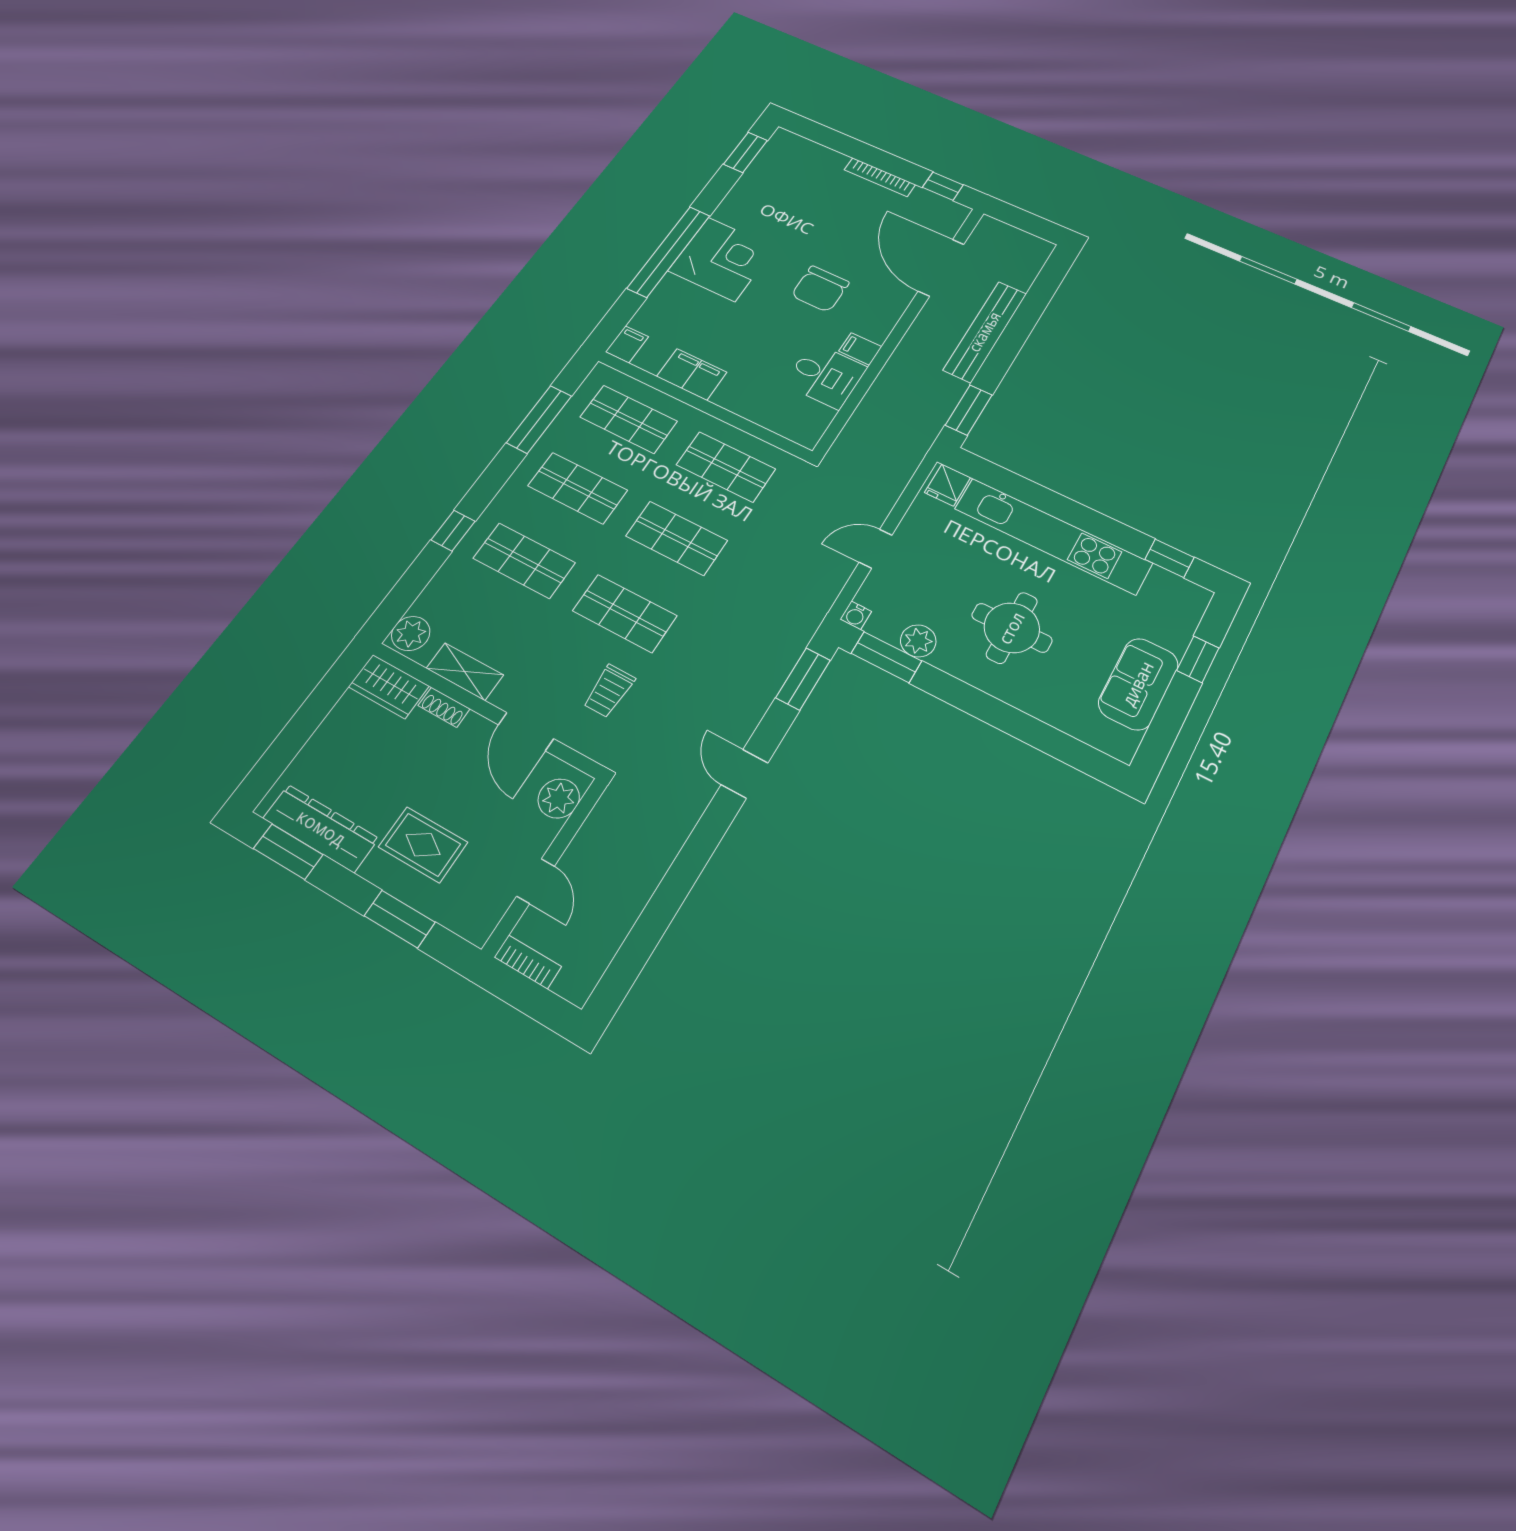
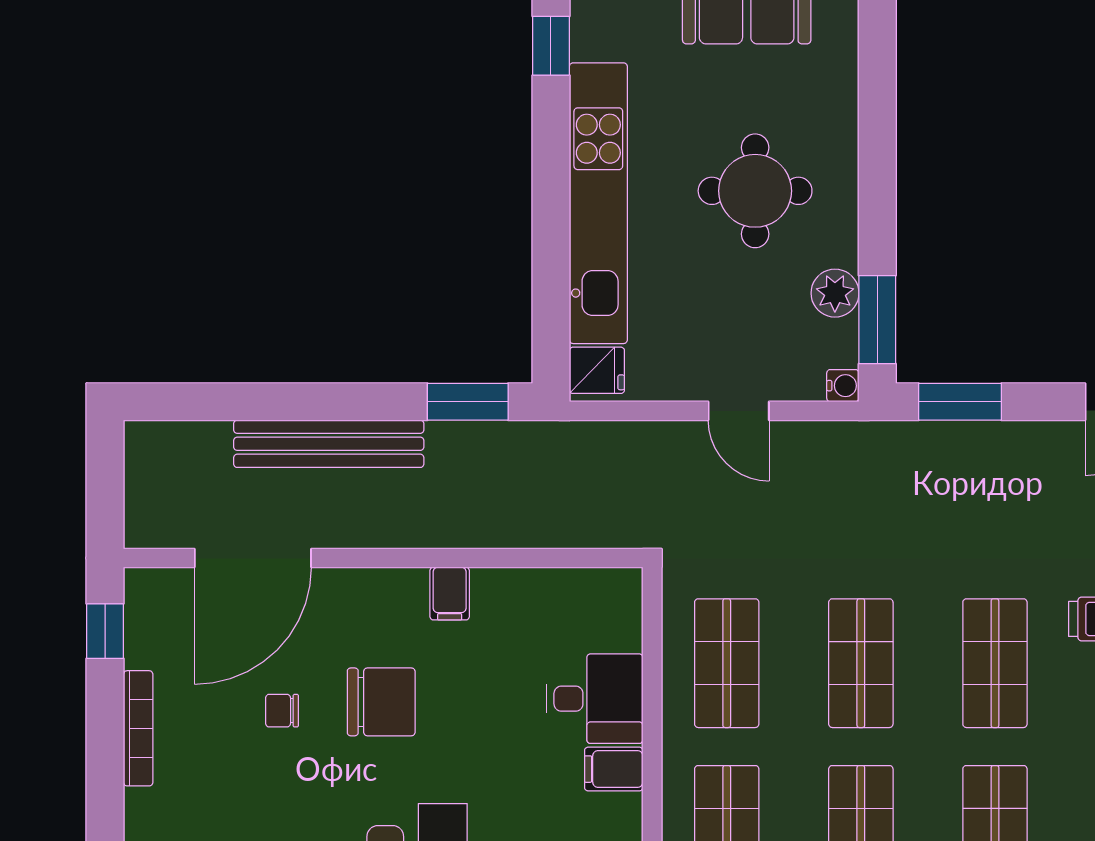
chair: (846, 243) -> (282, 711), added
filing cabinet: (692, 374) -> (614, 769), width x0.50
desk: (826, 376) -> (595, 699), moved, turned 90

